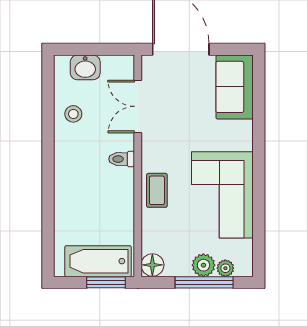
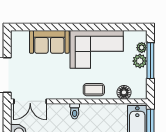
sofa: (235, 87) -> (49, 42), moved
double door: (138, 106) -> (30, 101), moved
floor lamp: (152, 265) -> (124, 92), moved

